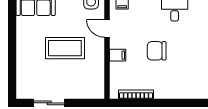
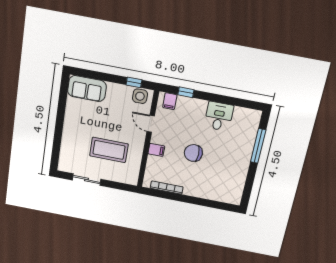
coffee table: (65, 48) -> (109, 150), moved

